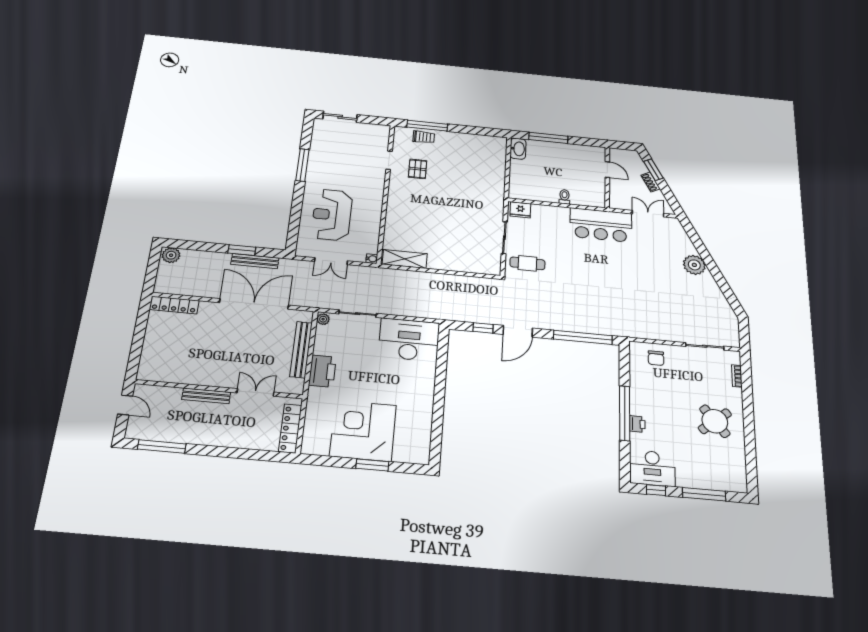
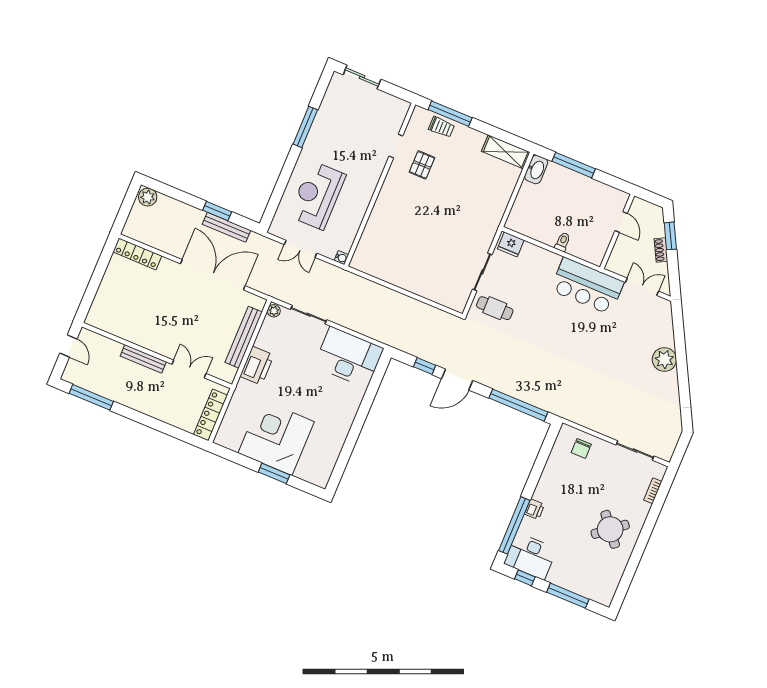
shelving: (405, 259) -> (506, 152), moved
window: (625, 413) -> (514, 525), moved

